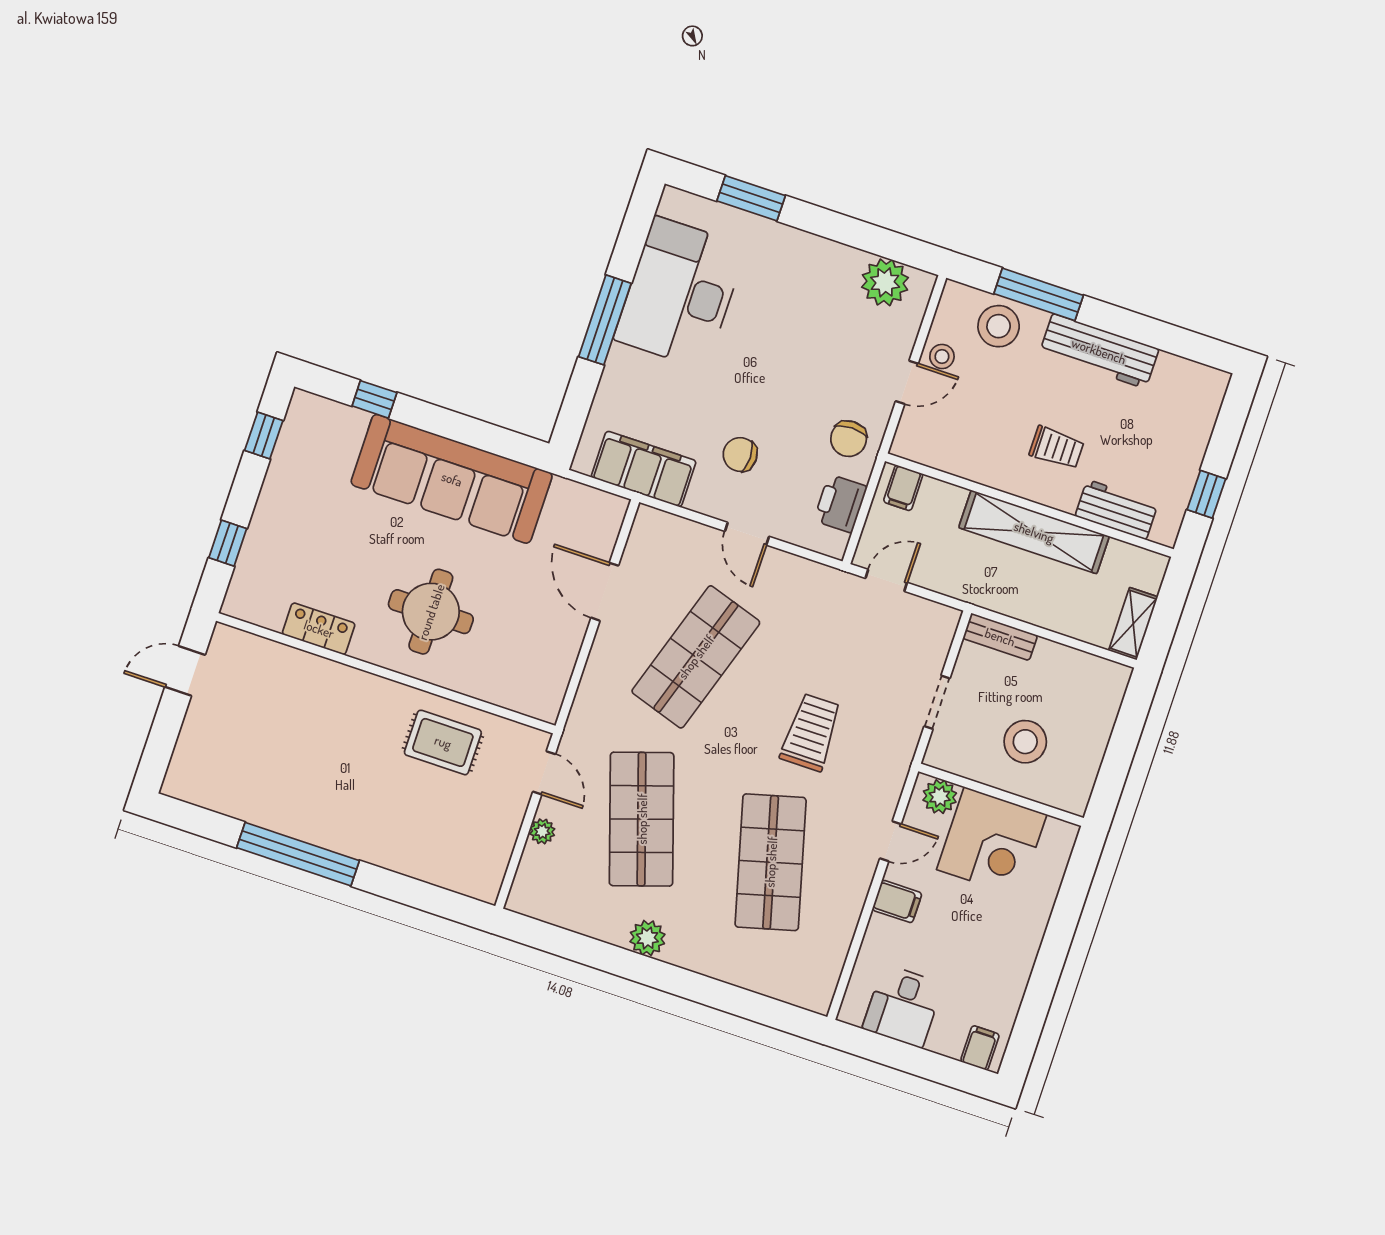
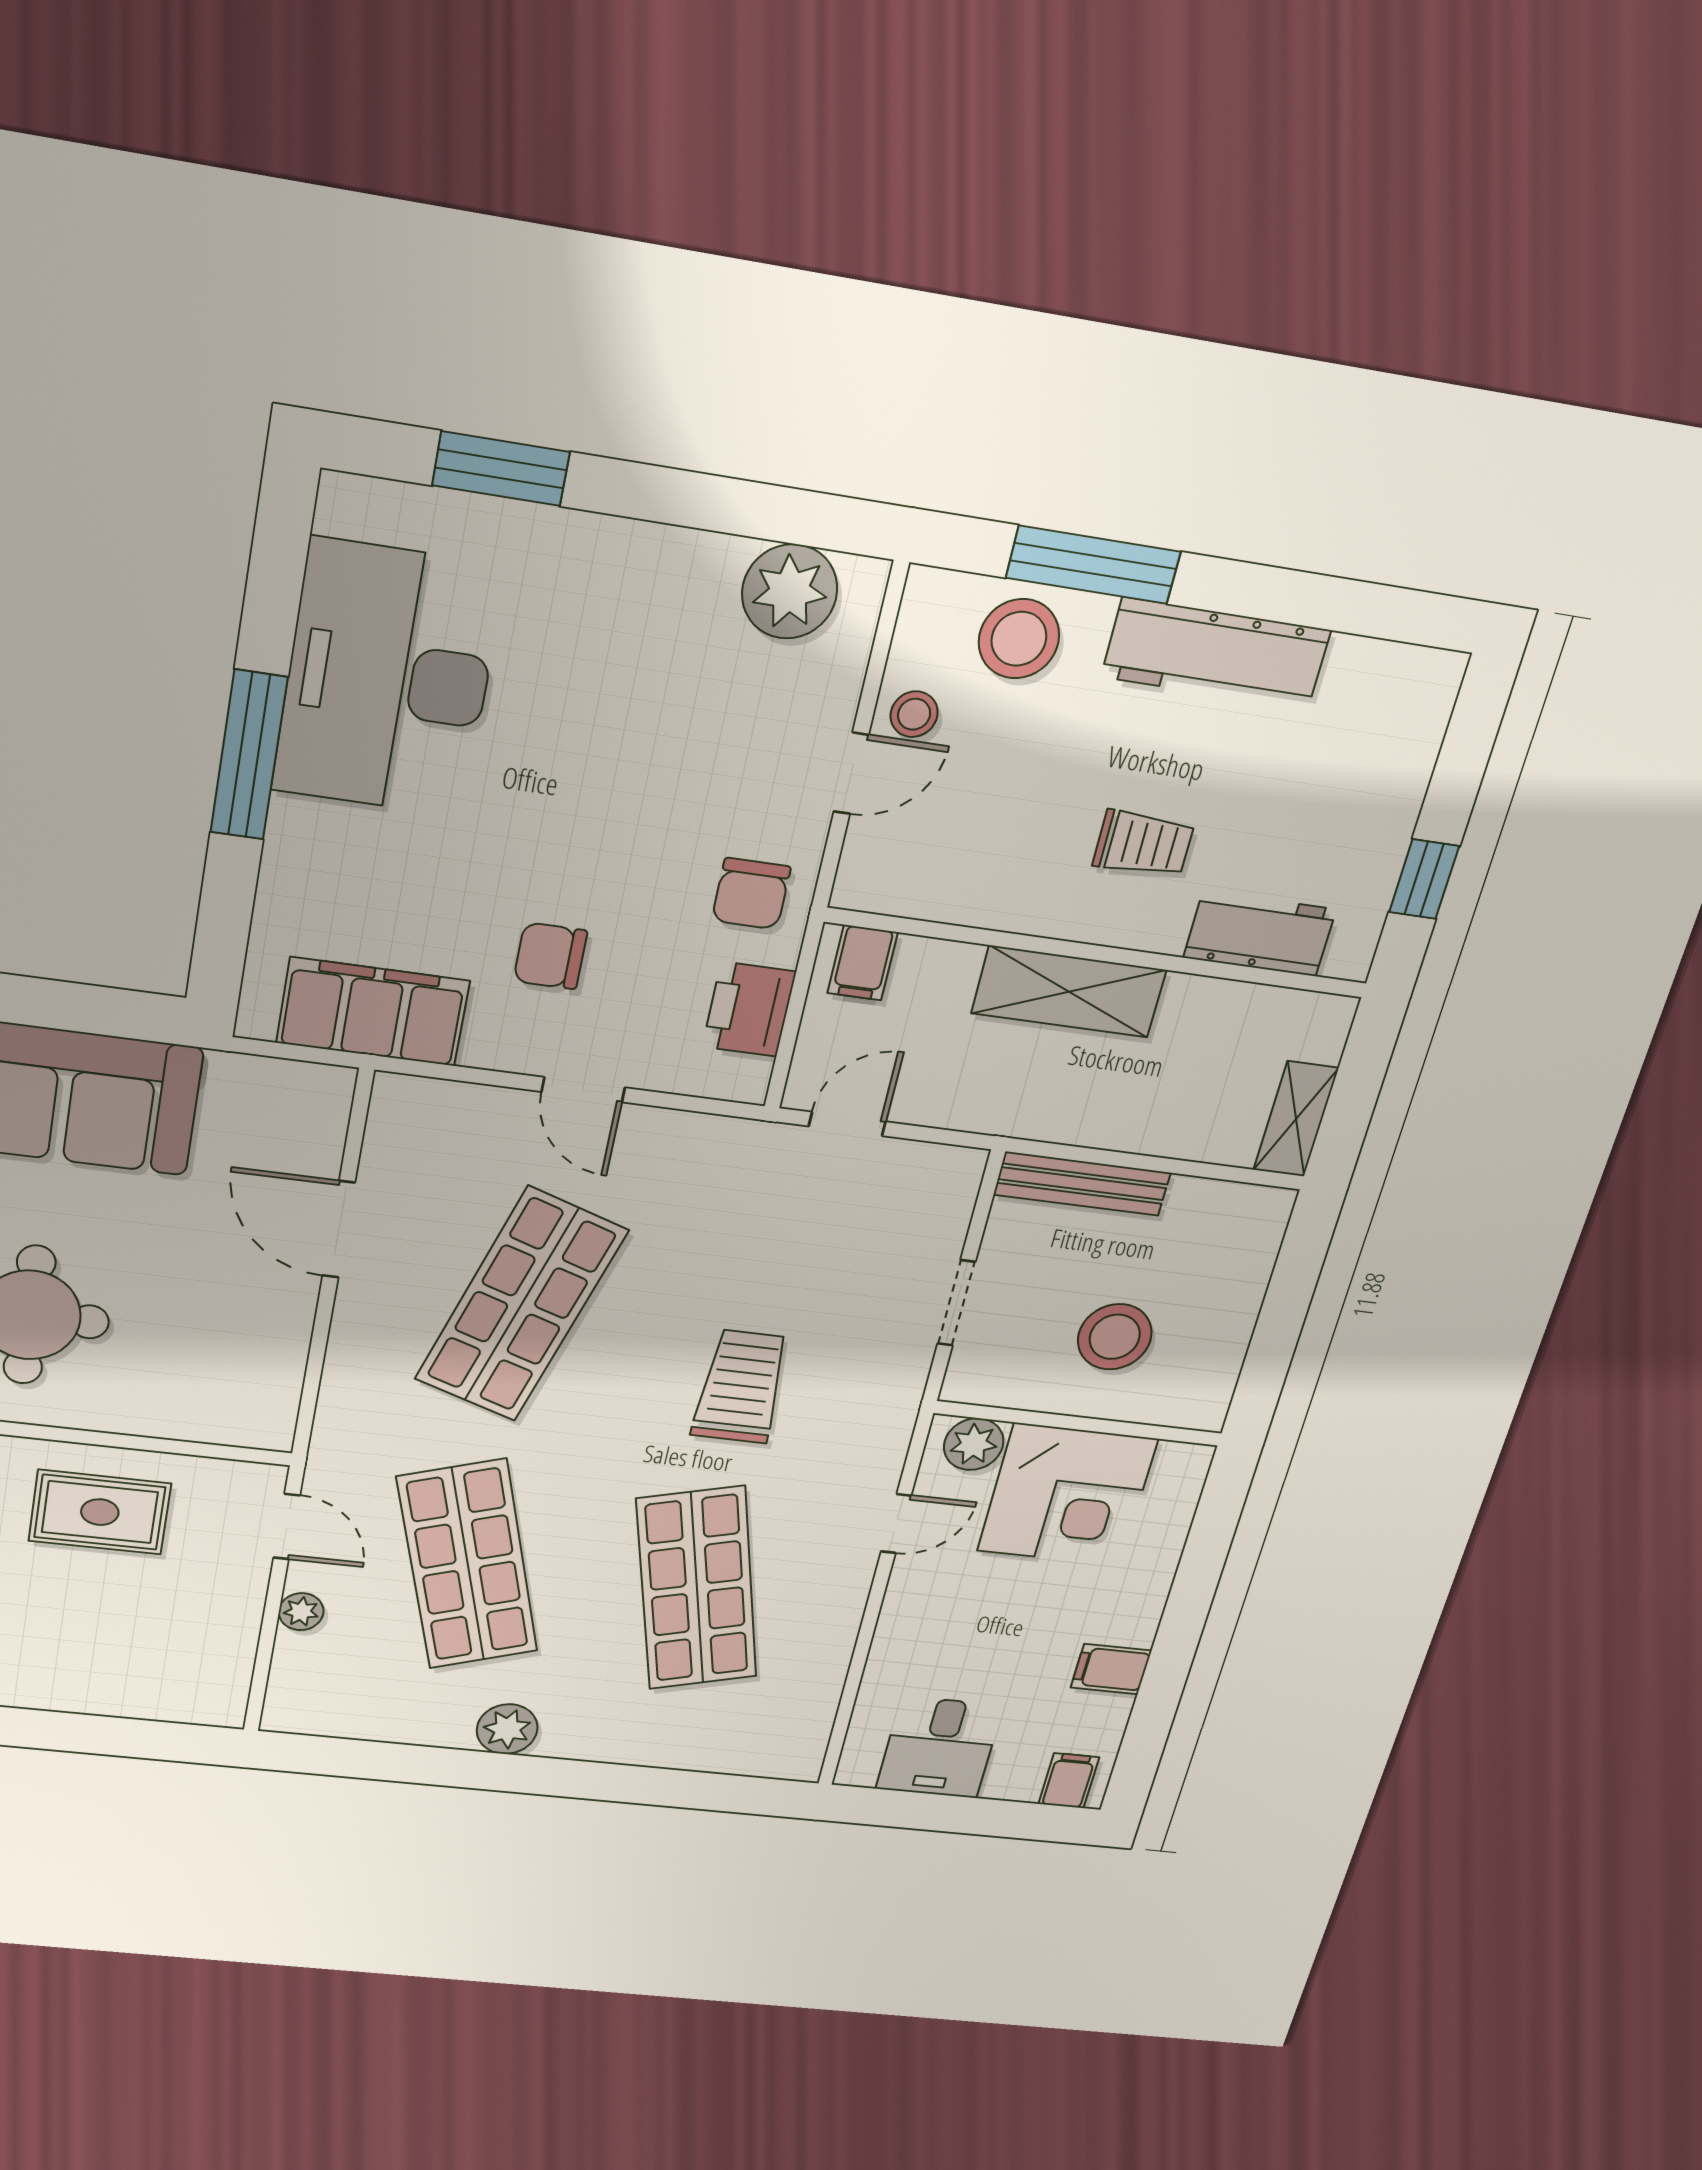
shelving: (1034, 532) -> (1069, 992), width x0.68
bench: (1000, 637) -> (1082, 1184), width x1.36
filing cabinet: (897, 901) -> (1111, 1669), moved, turned 180

